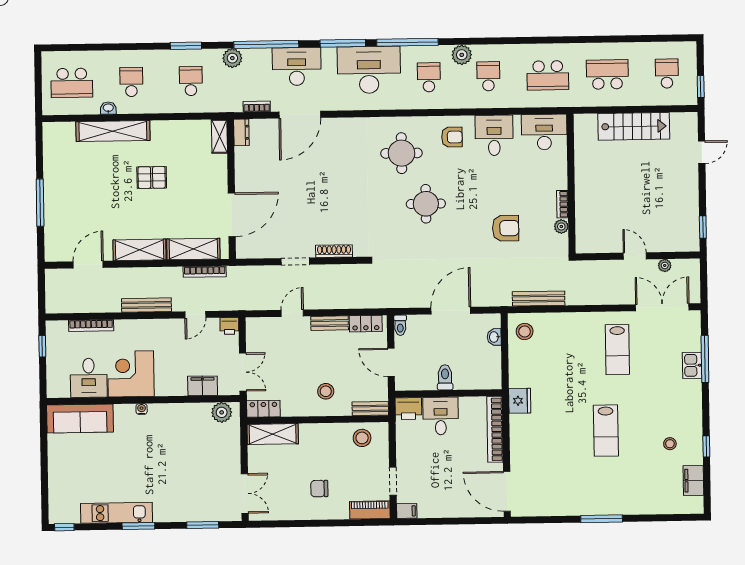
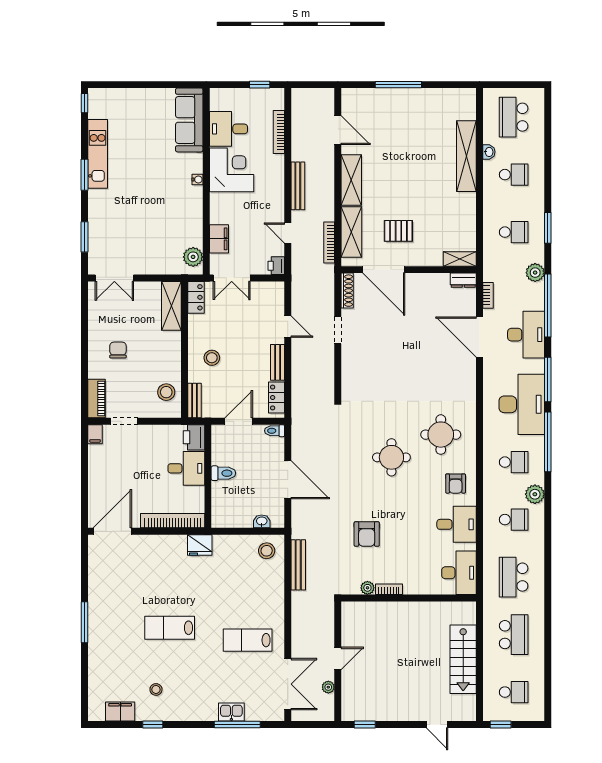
pallet: (152, 177) -> (398, 231), moved, turned 90
shoe rack: (334, 251) -> (347, 291), moved

